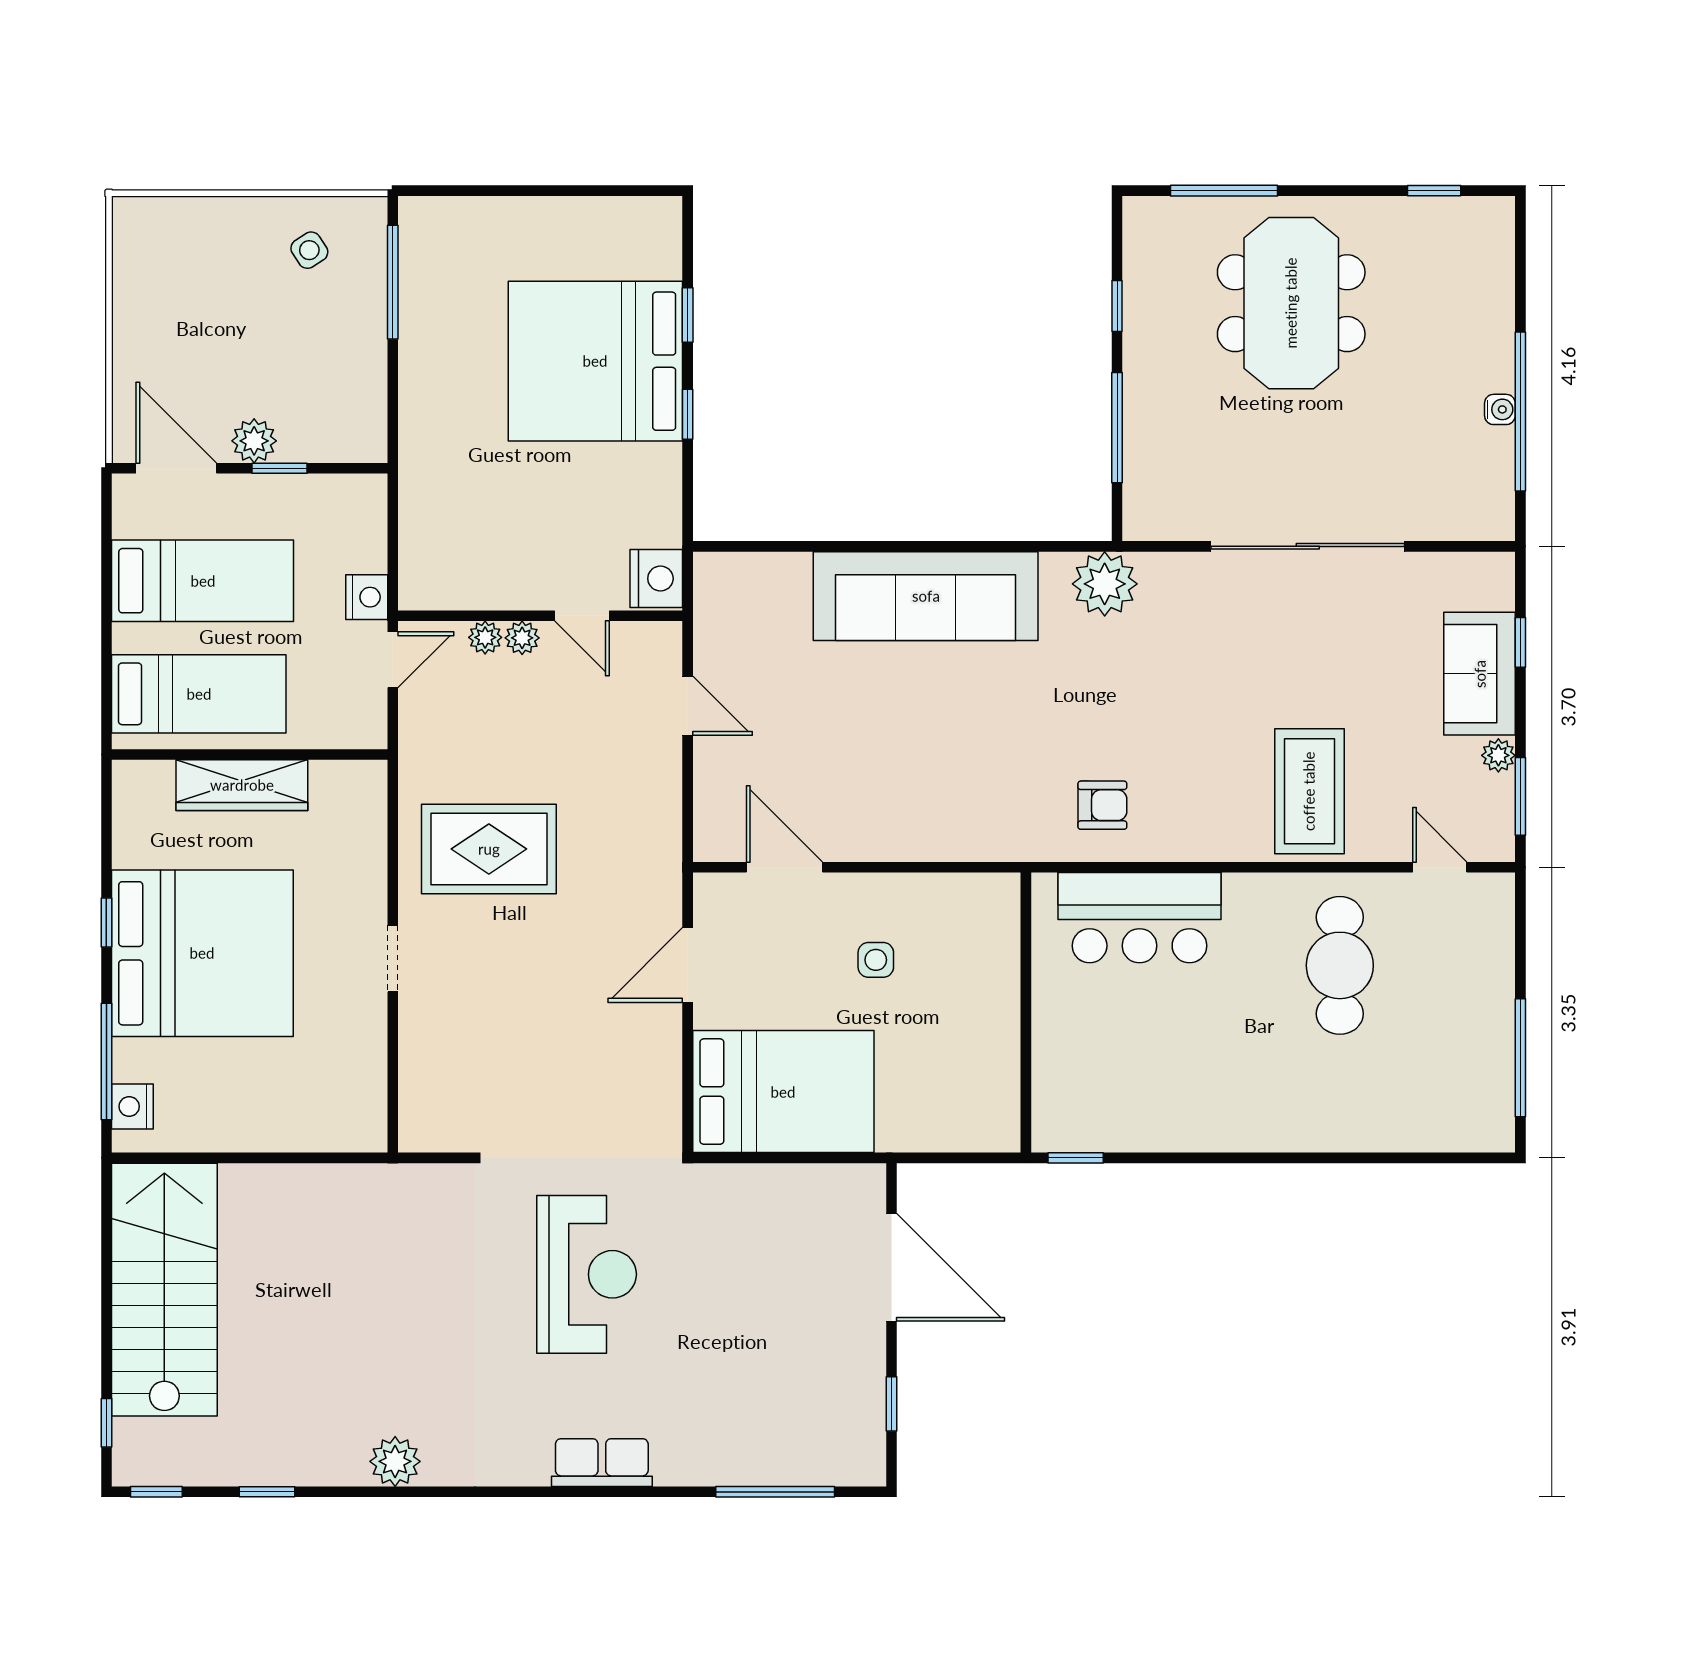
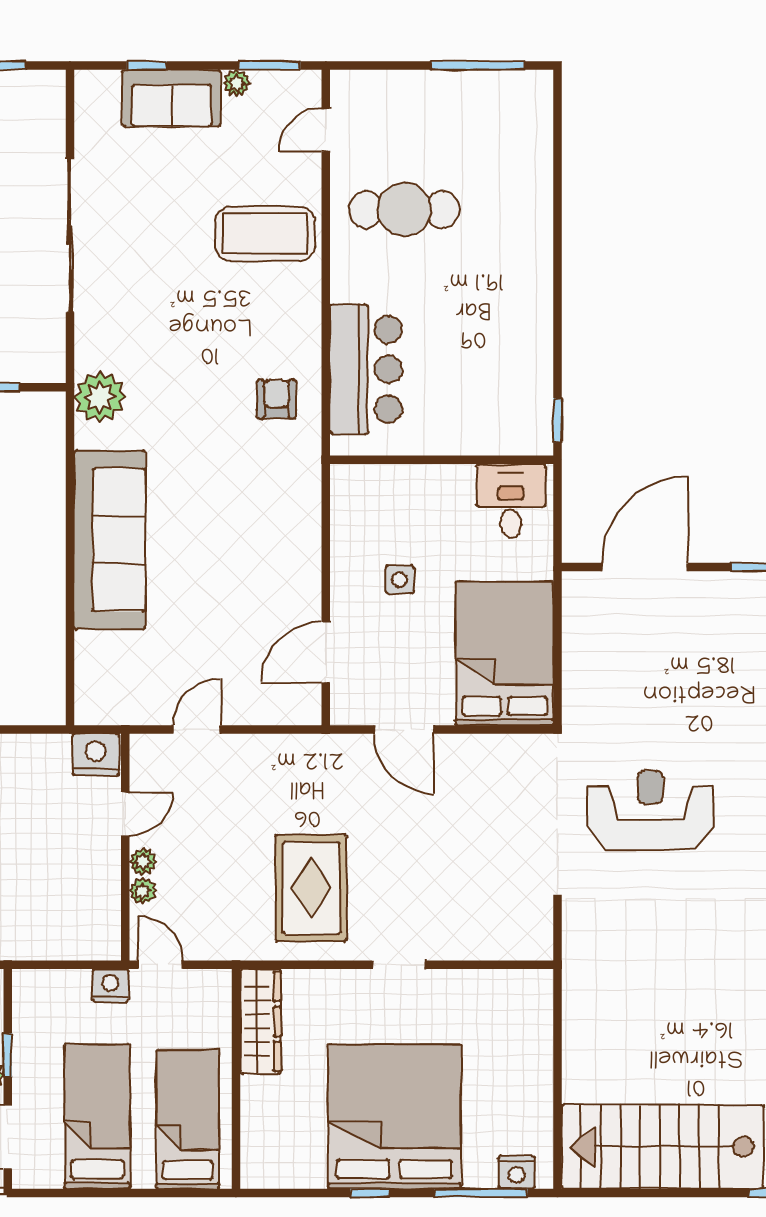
wardrobe: (242, 785) -> (260, 1021), moved
desk: (974, 1099) -> (511, 501), added

